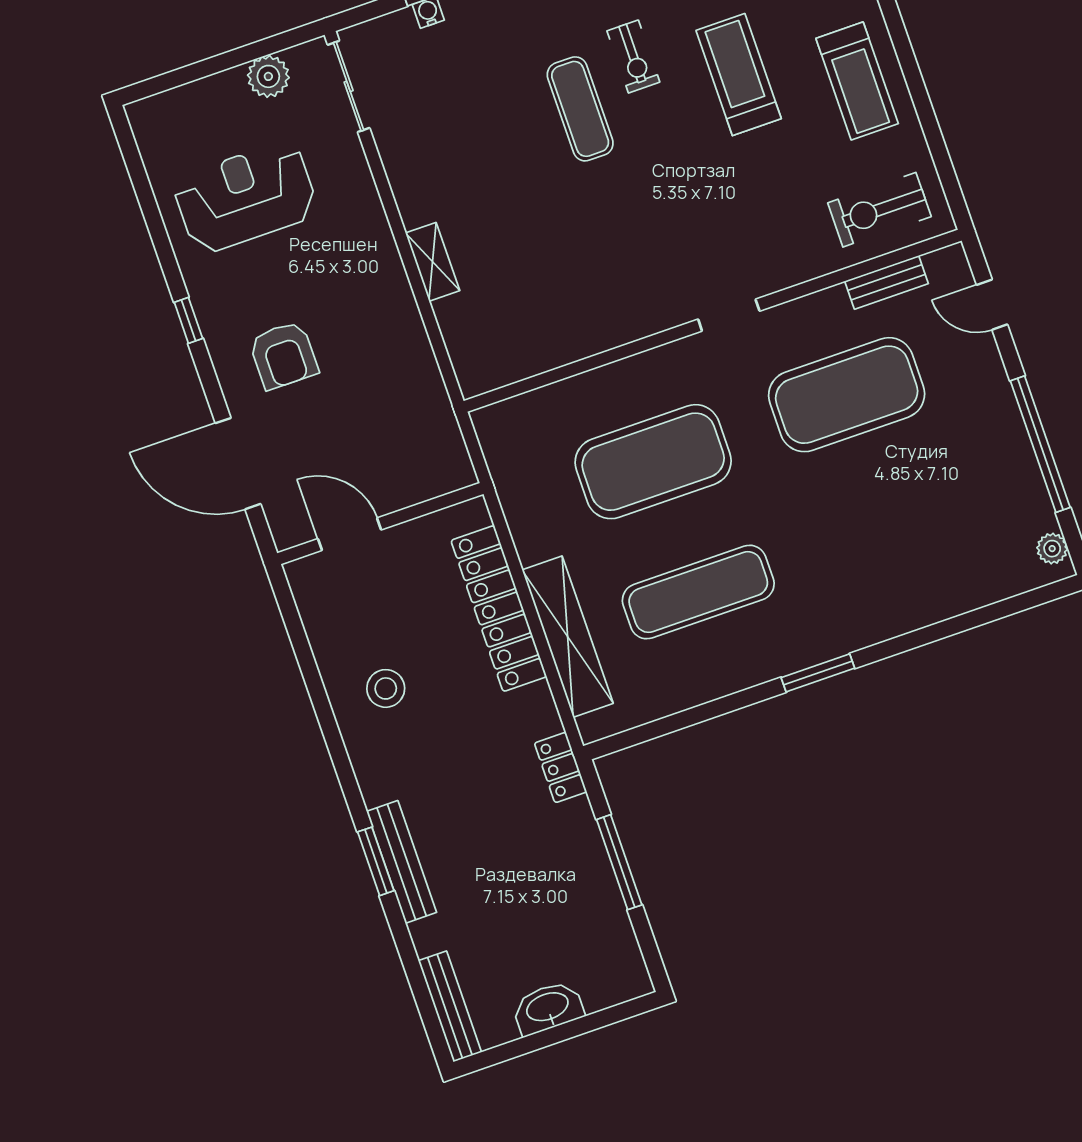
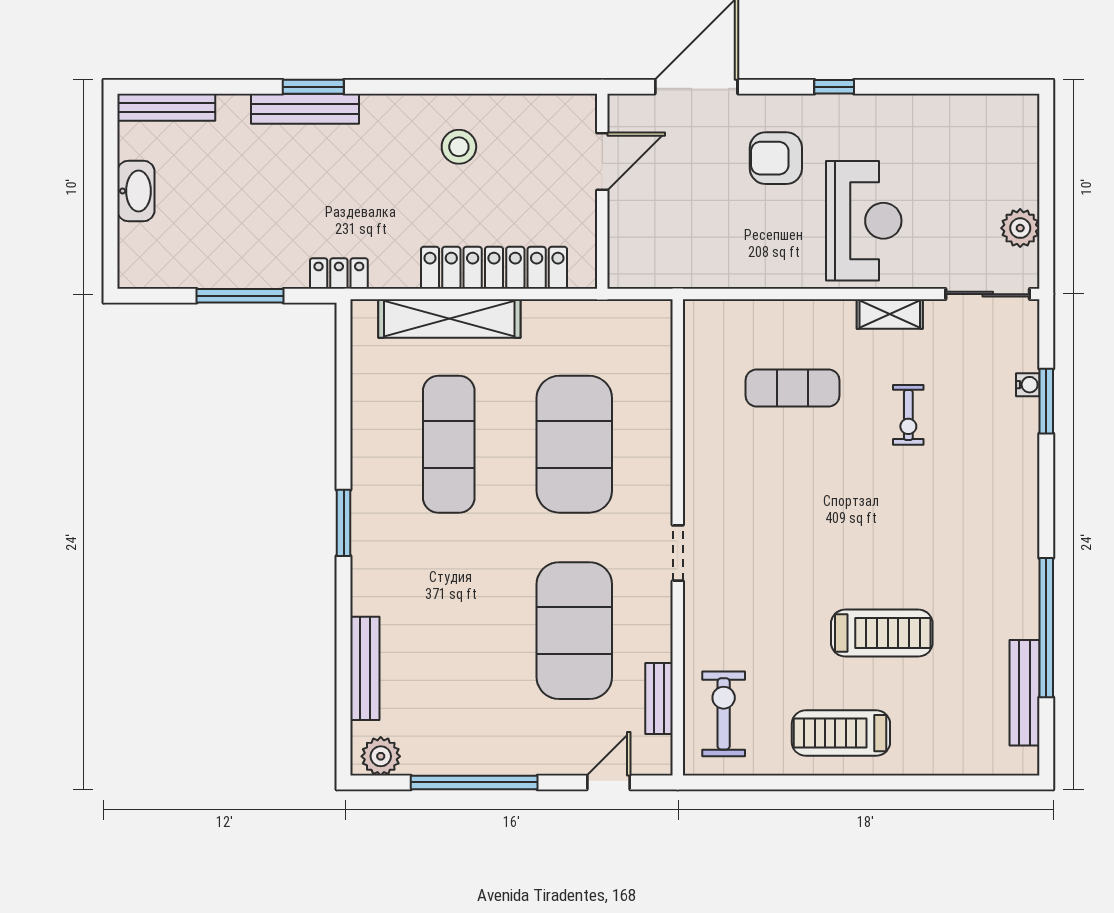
exercise bike: (633, 57) -> (908, 415), moved, turned -90
exercise mat: (580, 109) -> (793, 388), moved
reception desk: (245, 197) -> (864, 221), moved
shelving: (433, 262) -> (890, 314), moved
plant: (1052, 549) -> (381, 756), width x1.38, depth x1.38
bench: (961, 598) -> (365, 668), added

